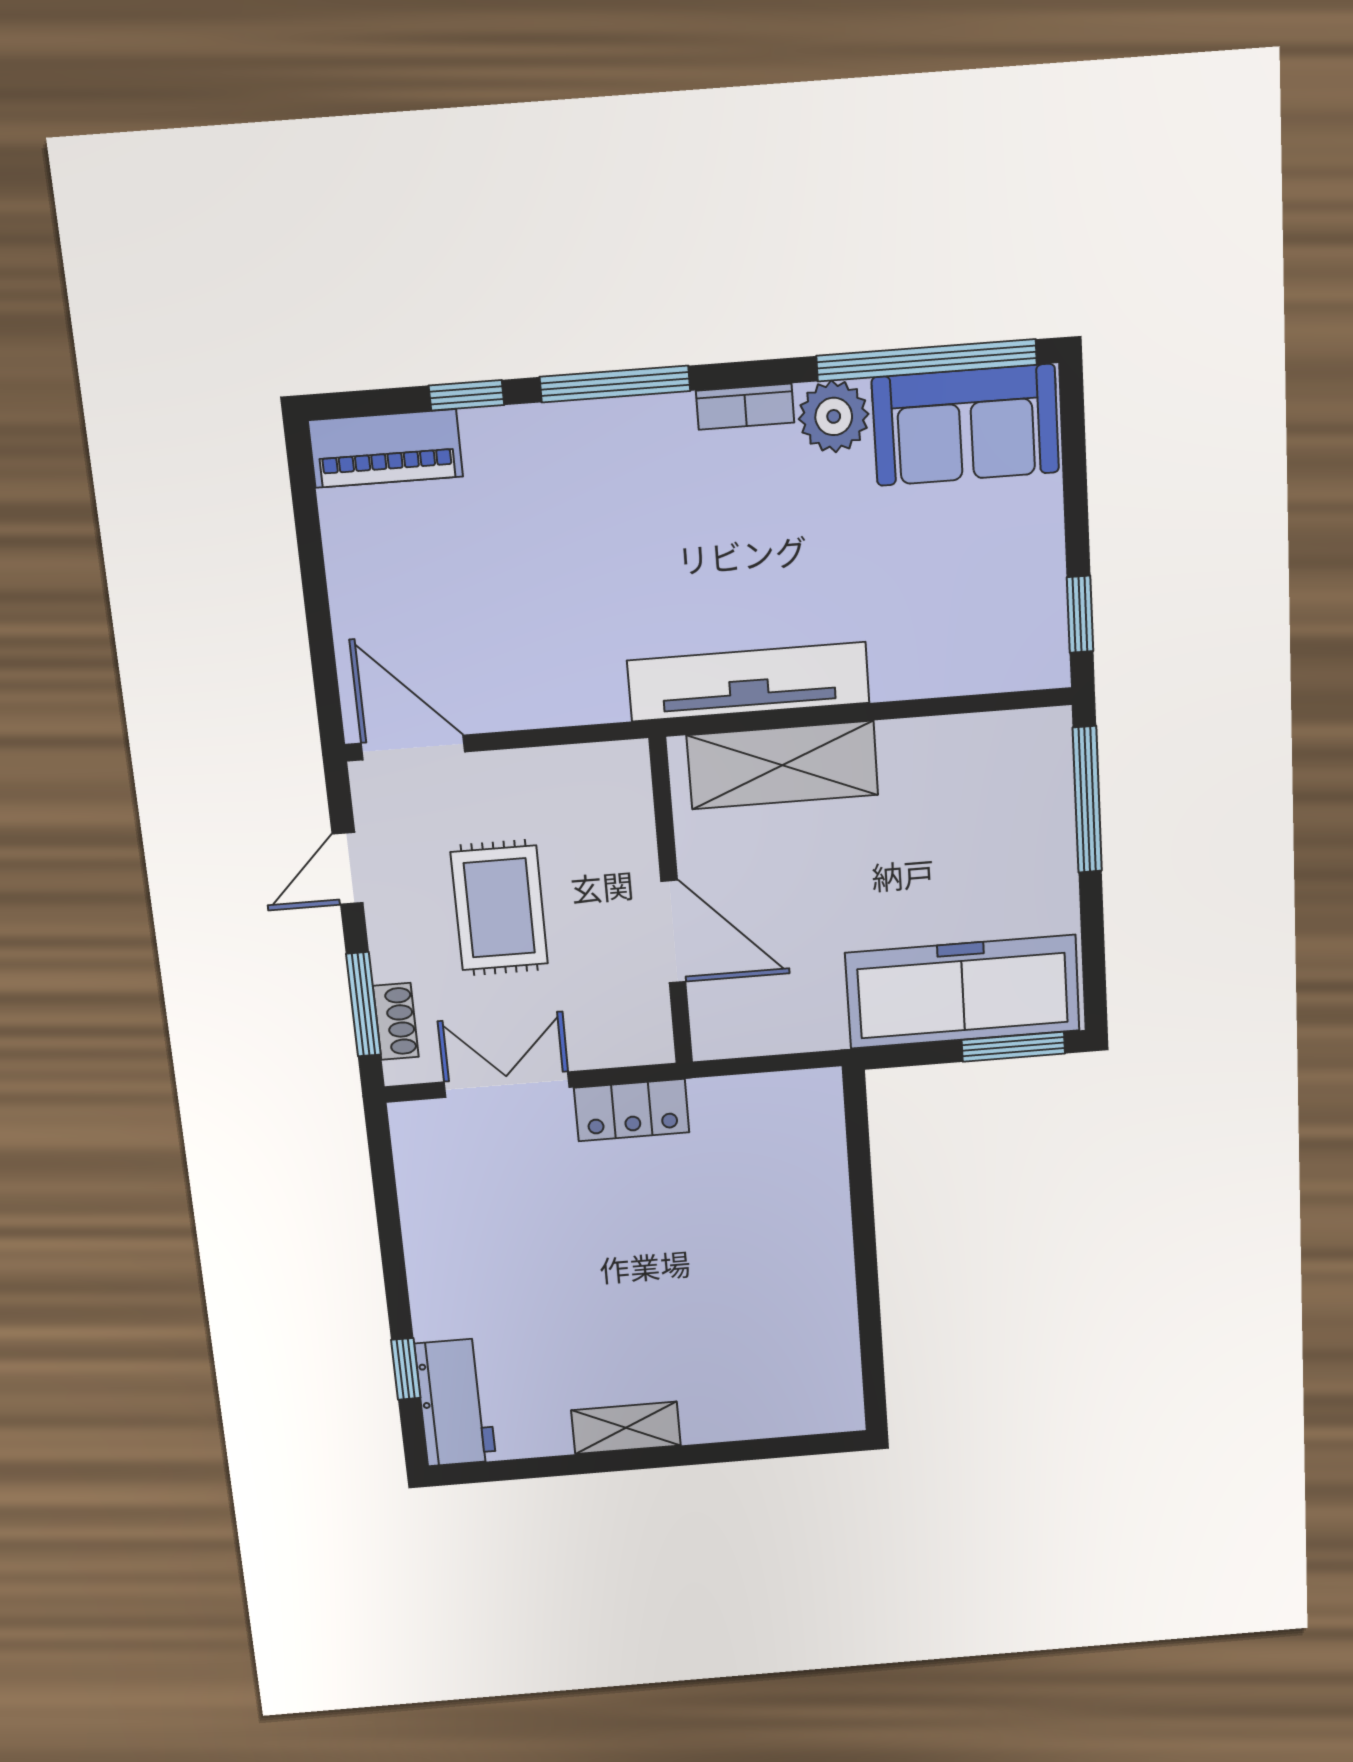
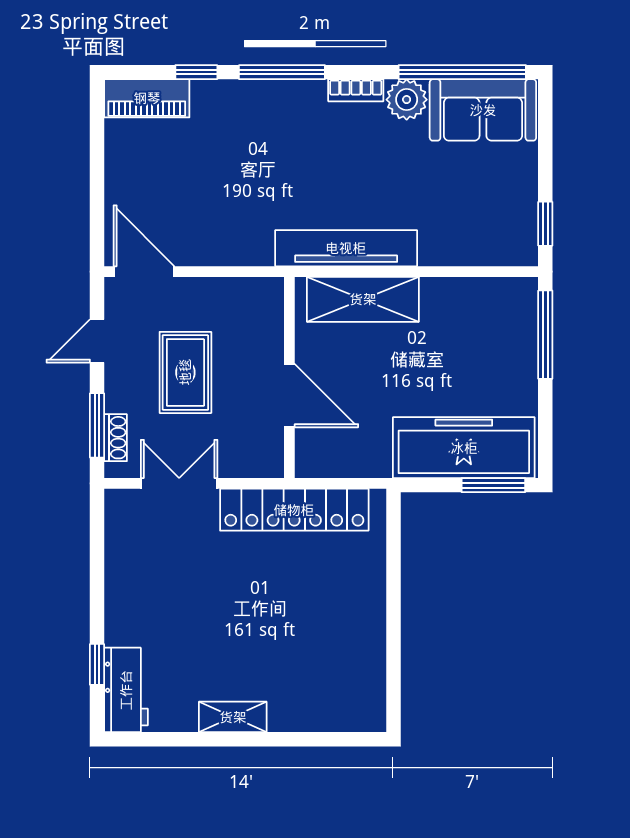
locker: (632, 1110) -> (294, 510), width x2.16, depth x1.21

